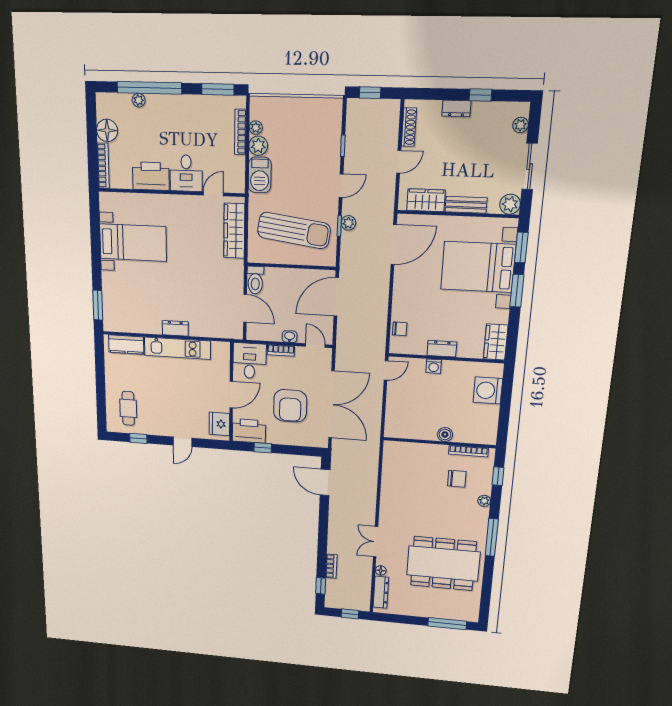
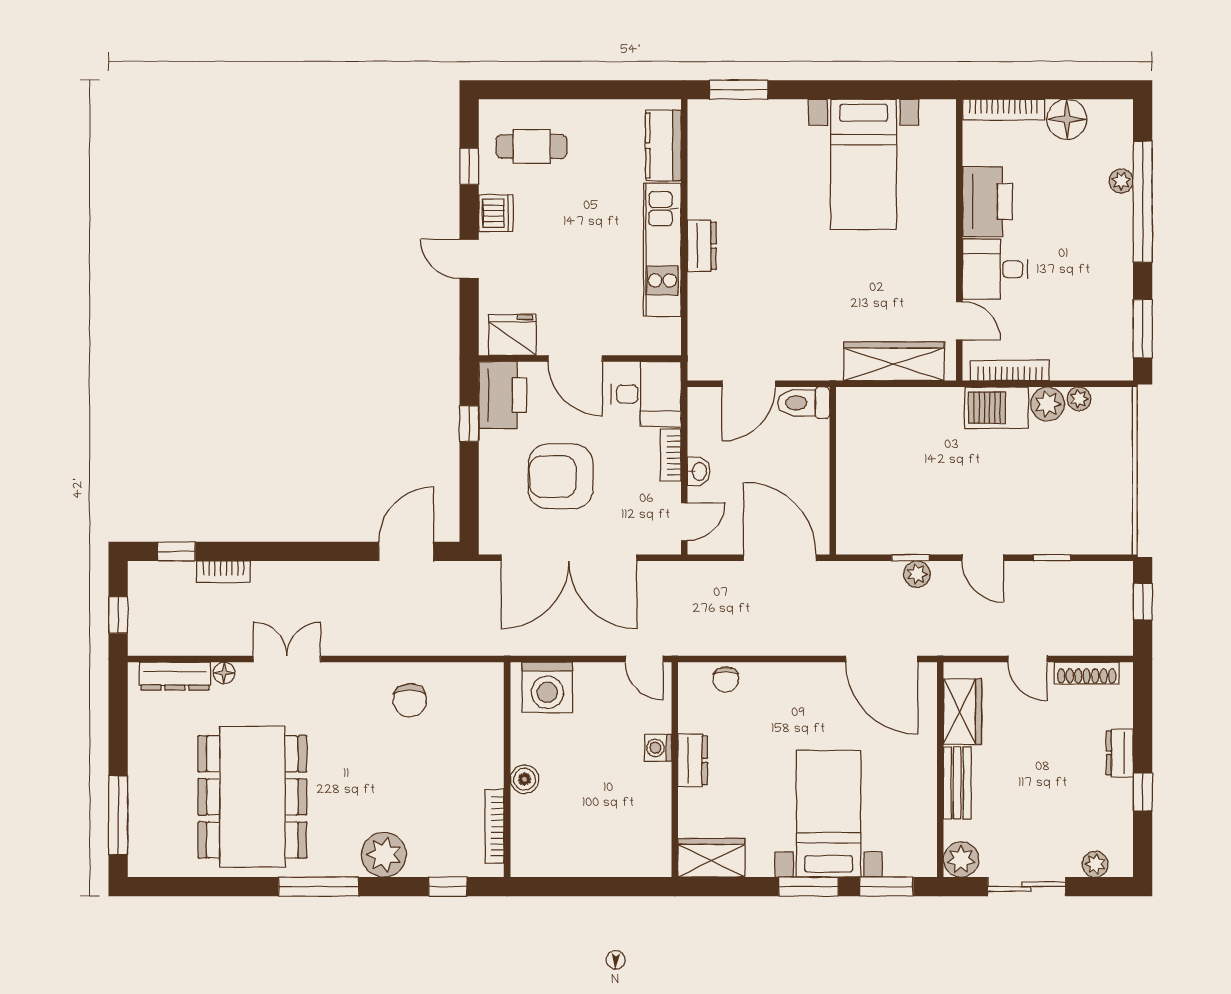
bookcase: (240, 132) -> (1010, 371), moved
sun lounger: (294, 230) -> (899, 474), removed
bed with nightstands: (478, 267) -> (829, 814), width x0.73
washing machine: (488, 390) -> (547, 687), moved, turned 180
dishwasher: (161, 428) -> (496, 213), added
chair: (457, 479) -> (410, 700), moved
plant: (484, 501) -> (384, 855), width x1.87, depth x1.87

